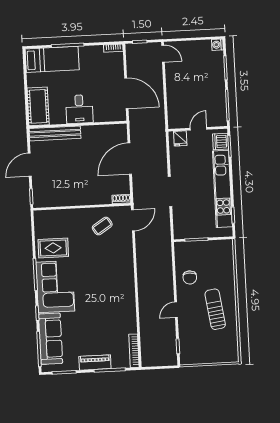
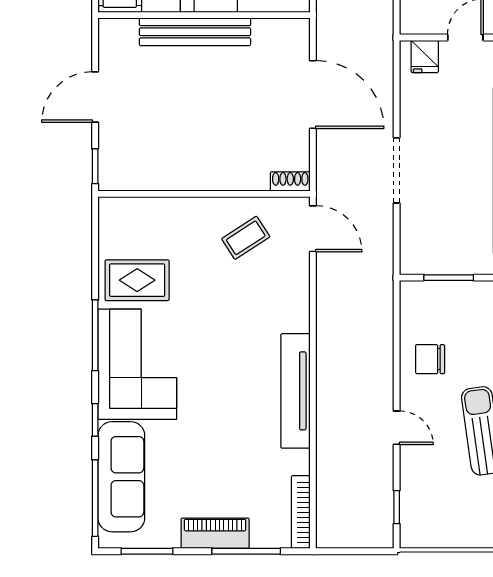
bench: (55, 133) -> (195, 32), moved
door: (130, 159) -> (313, 95), swing flipped
door: (133, 220) -> (313, 229), hinge flipped
chair: (190, 277) -> (430, 359), turned 90
tv unit: (129, 295) -> (295, 391), added
door: (176, 310) -> (397, 428), swing flipped

